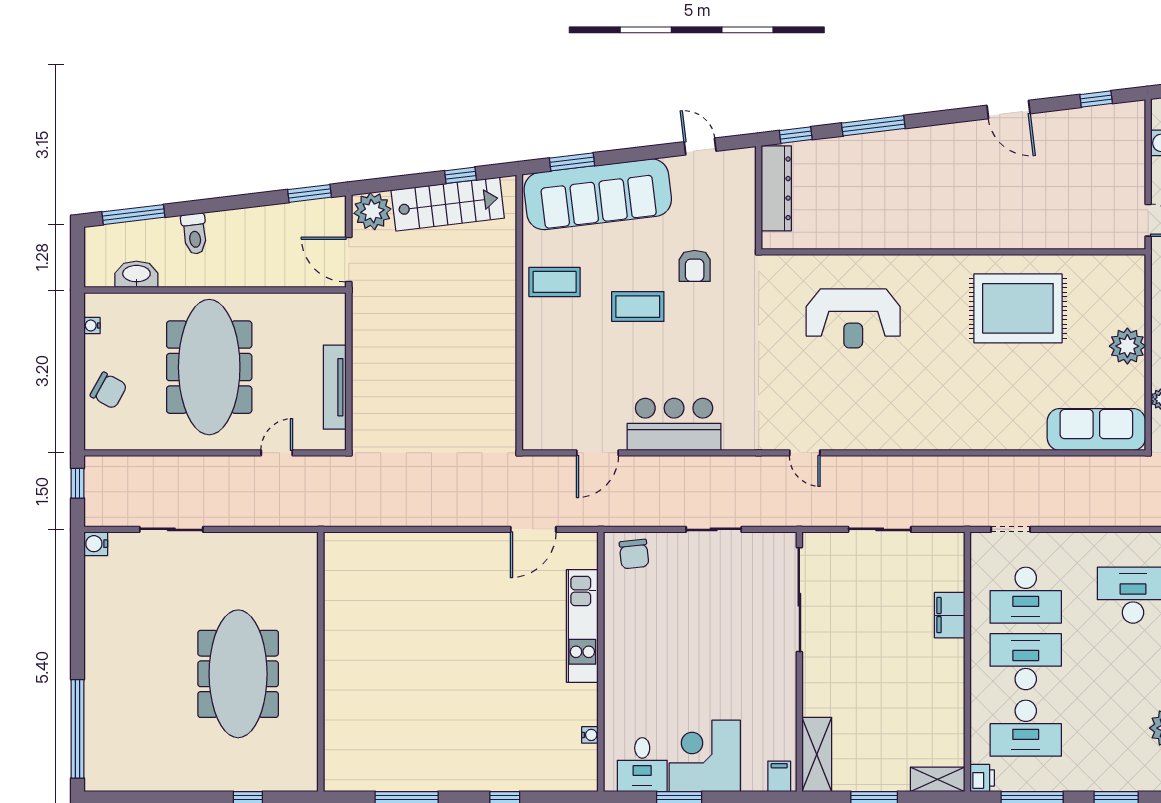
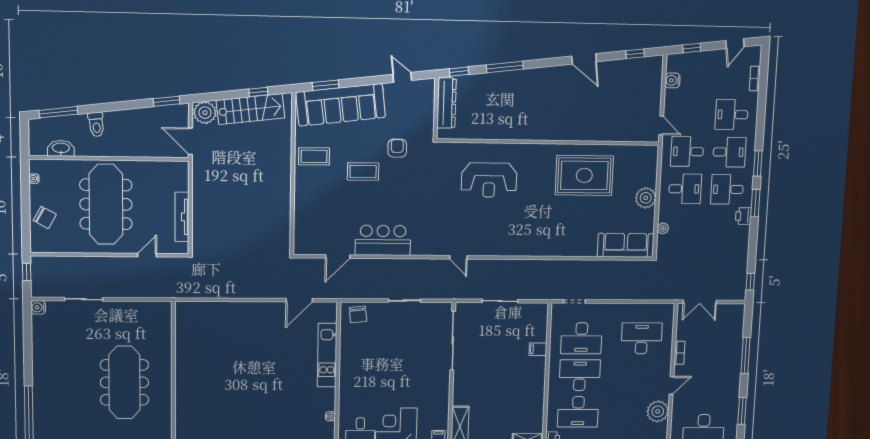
armchair: (695, 266) -> (397, 148), turned 180
filing cabinet: (950, 615) -> (538, 349), width x0.50

